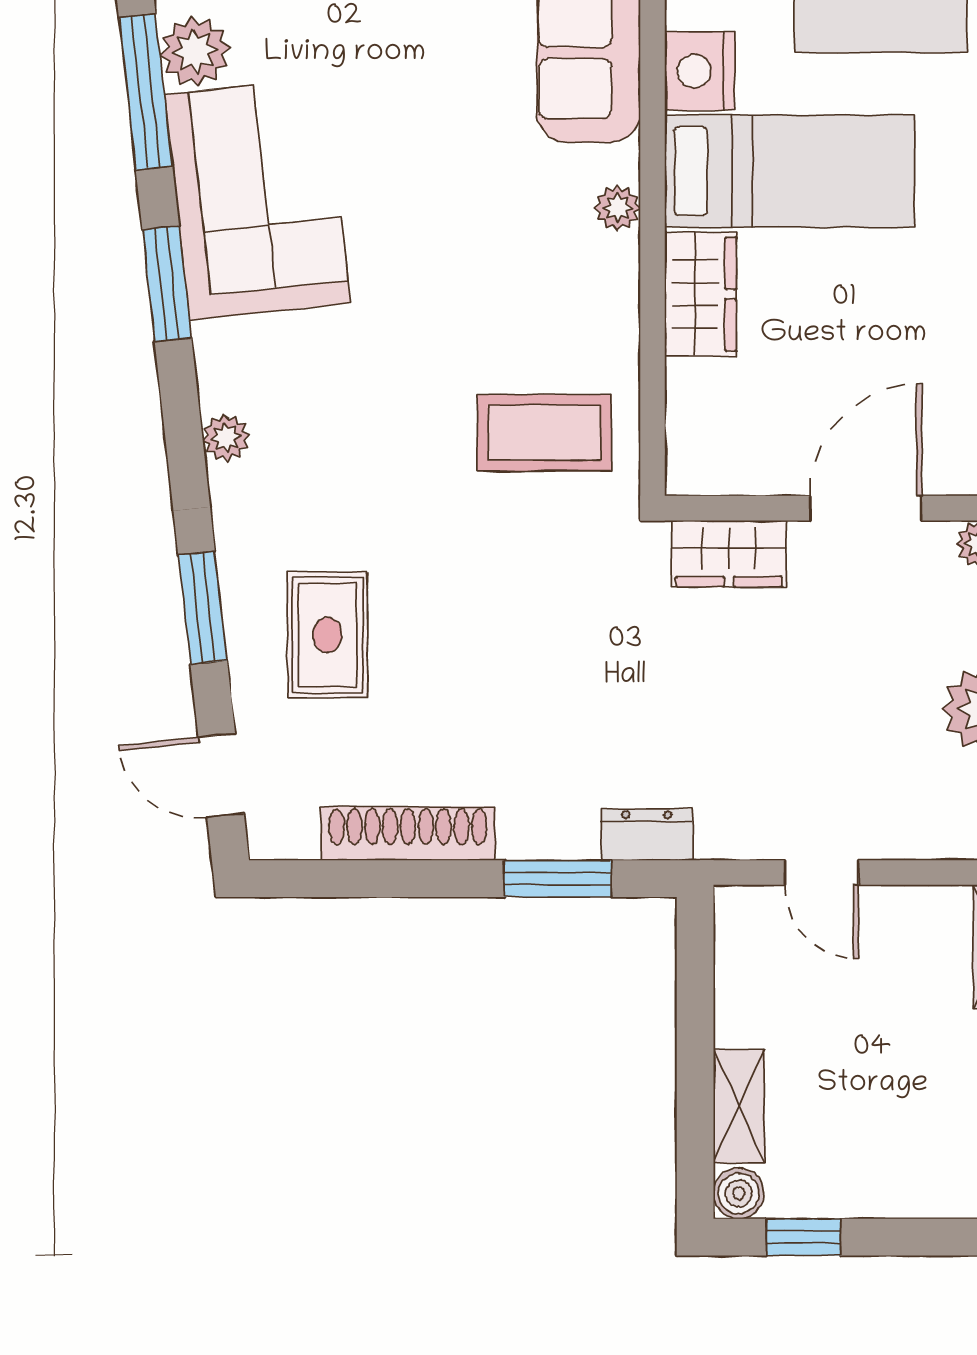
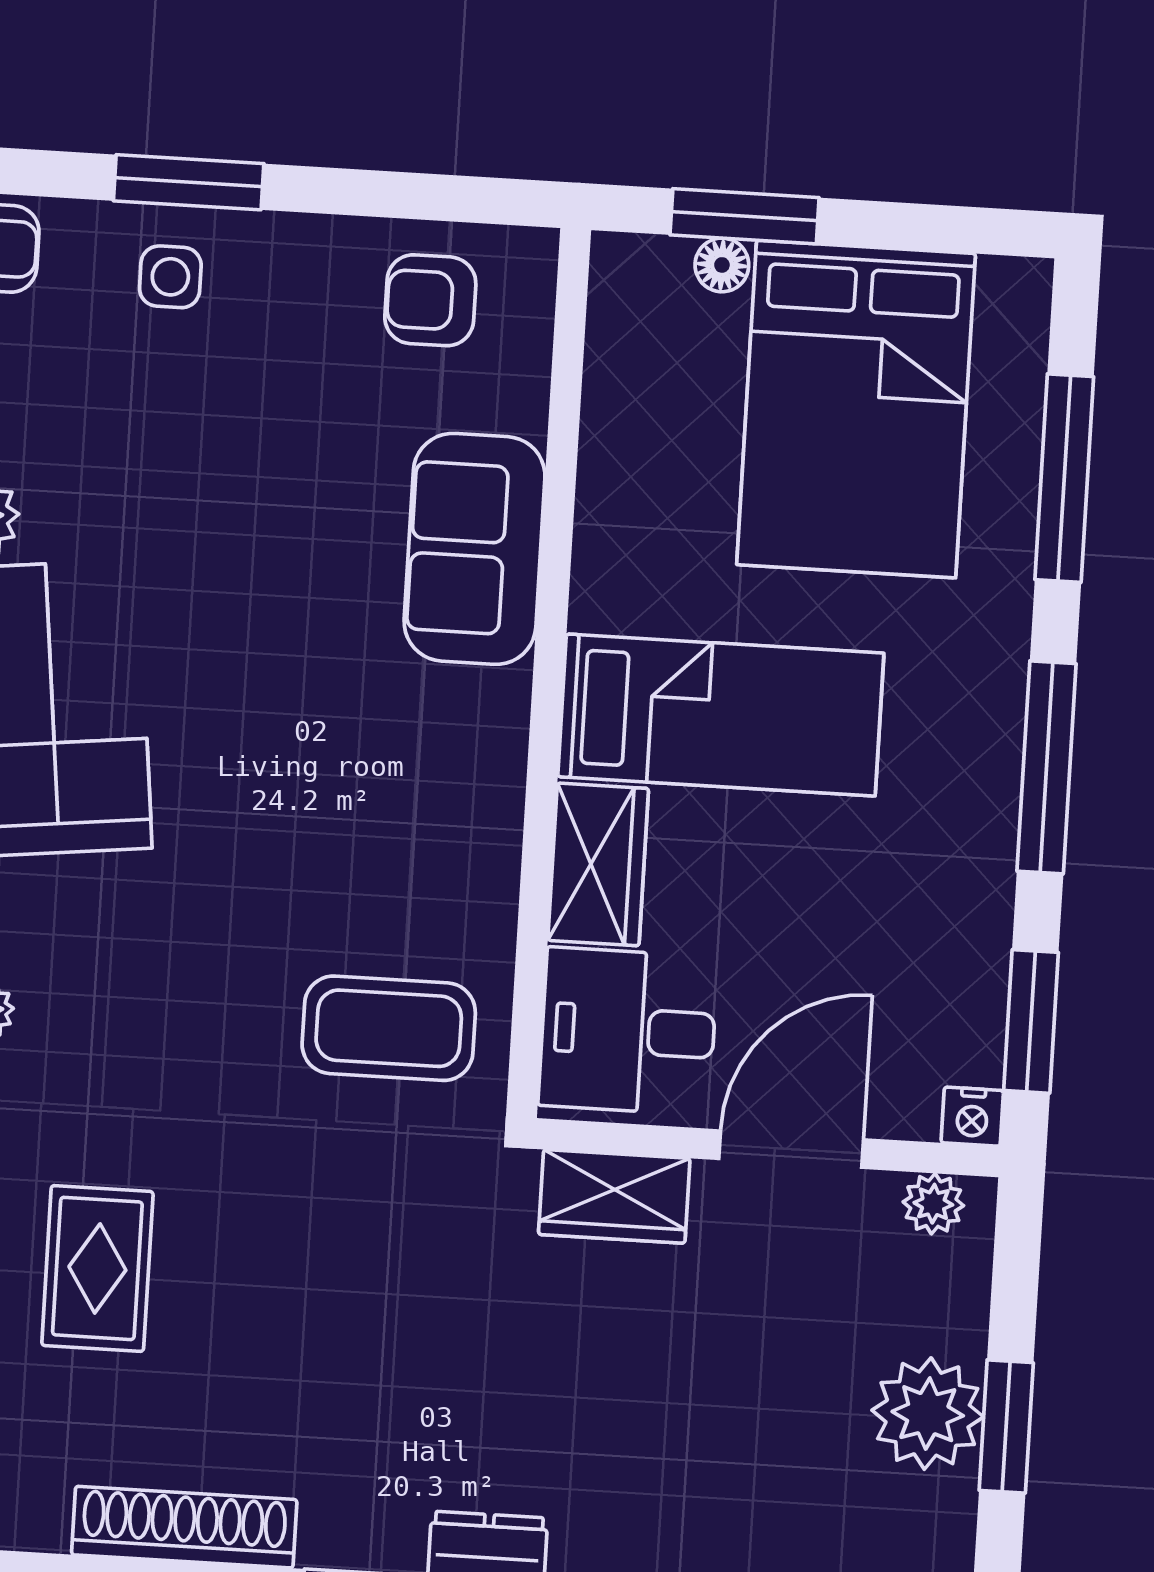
nightstand: (700, 71) -> (614, 581), removed
plant: (618, 208) -> (499, 748), removed
desk: (732, 423) -> (628, 1031), added

